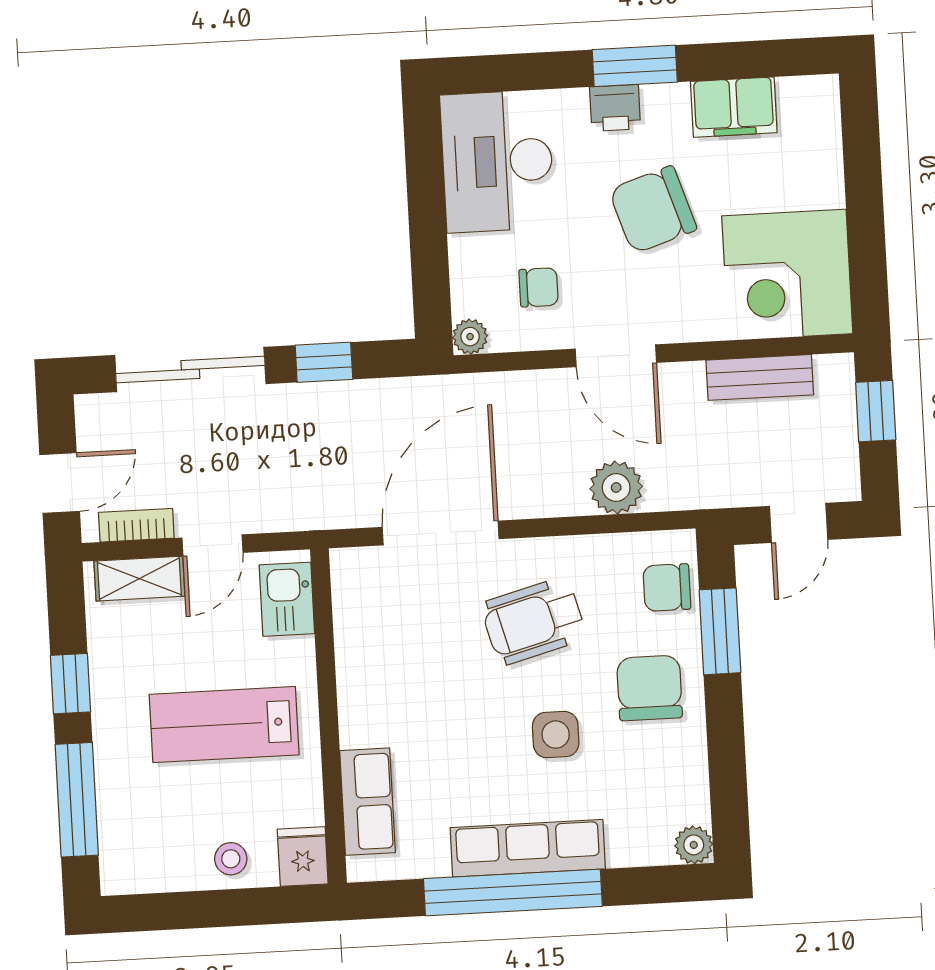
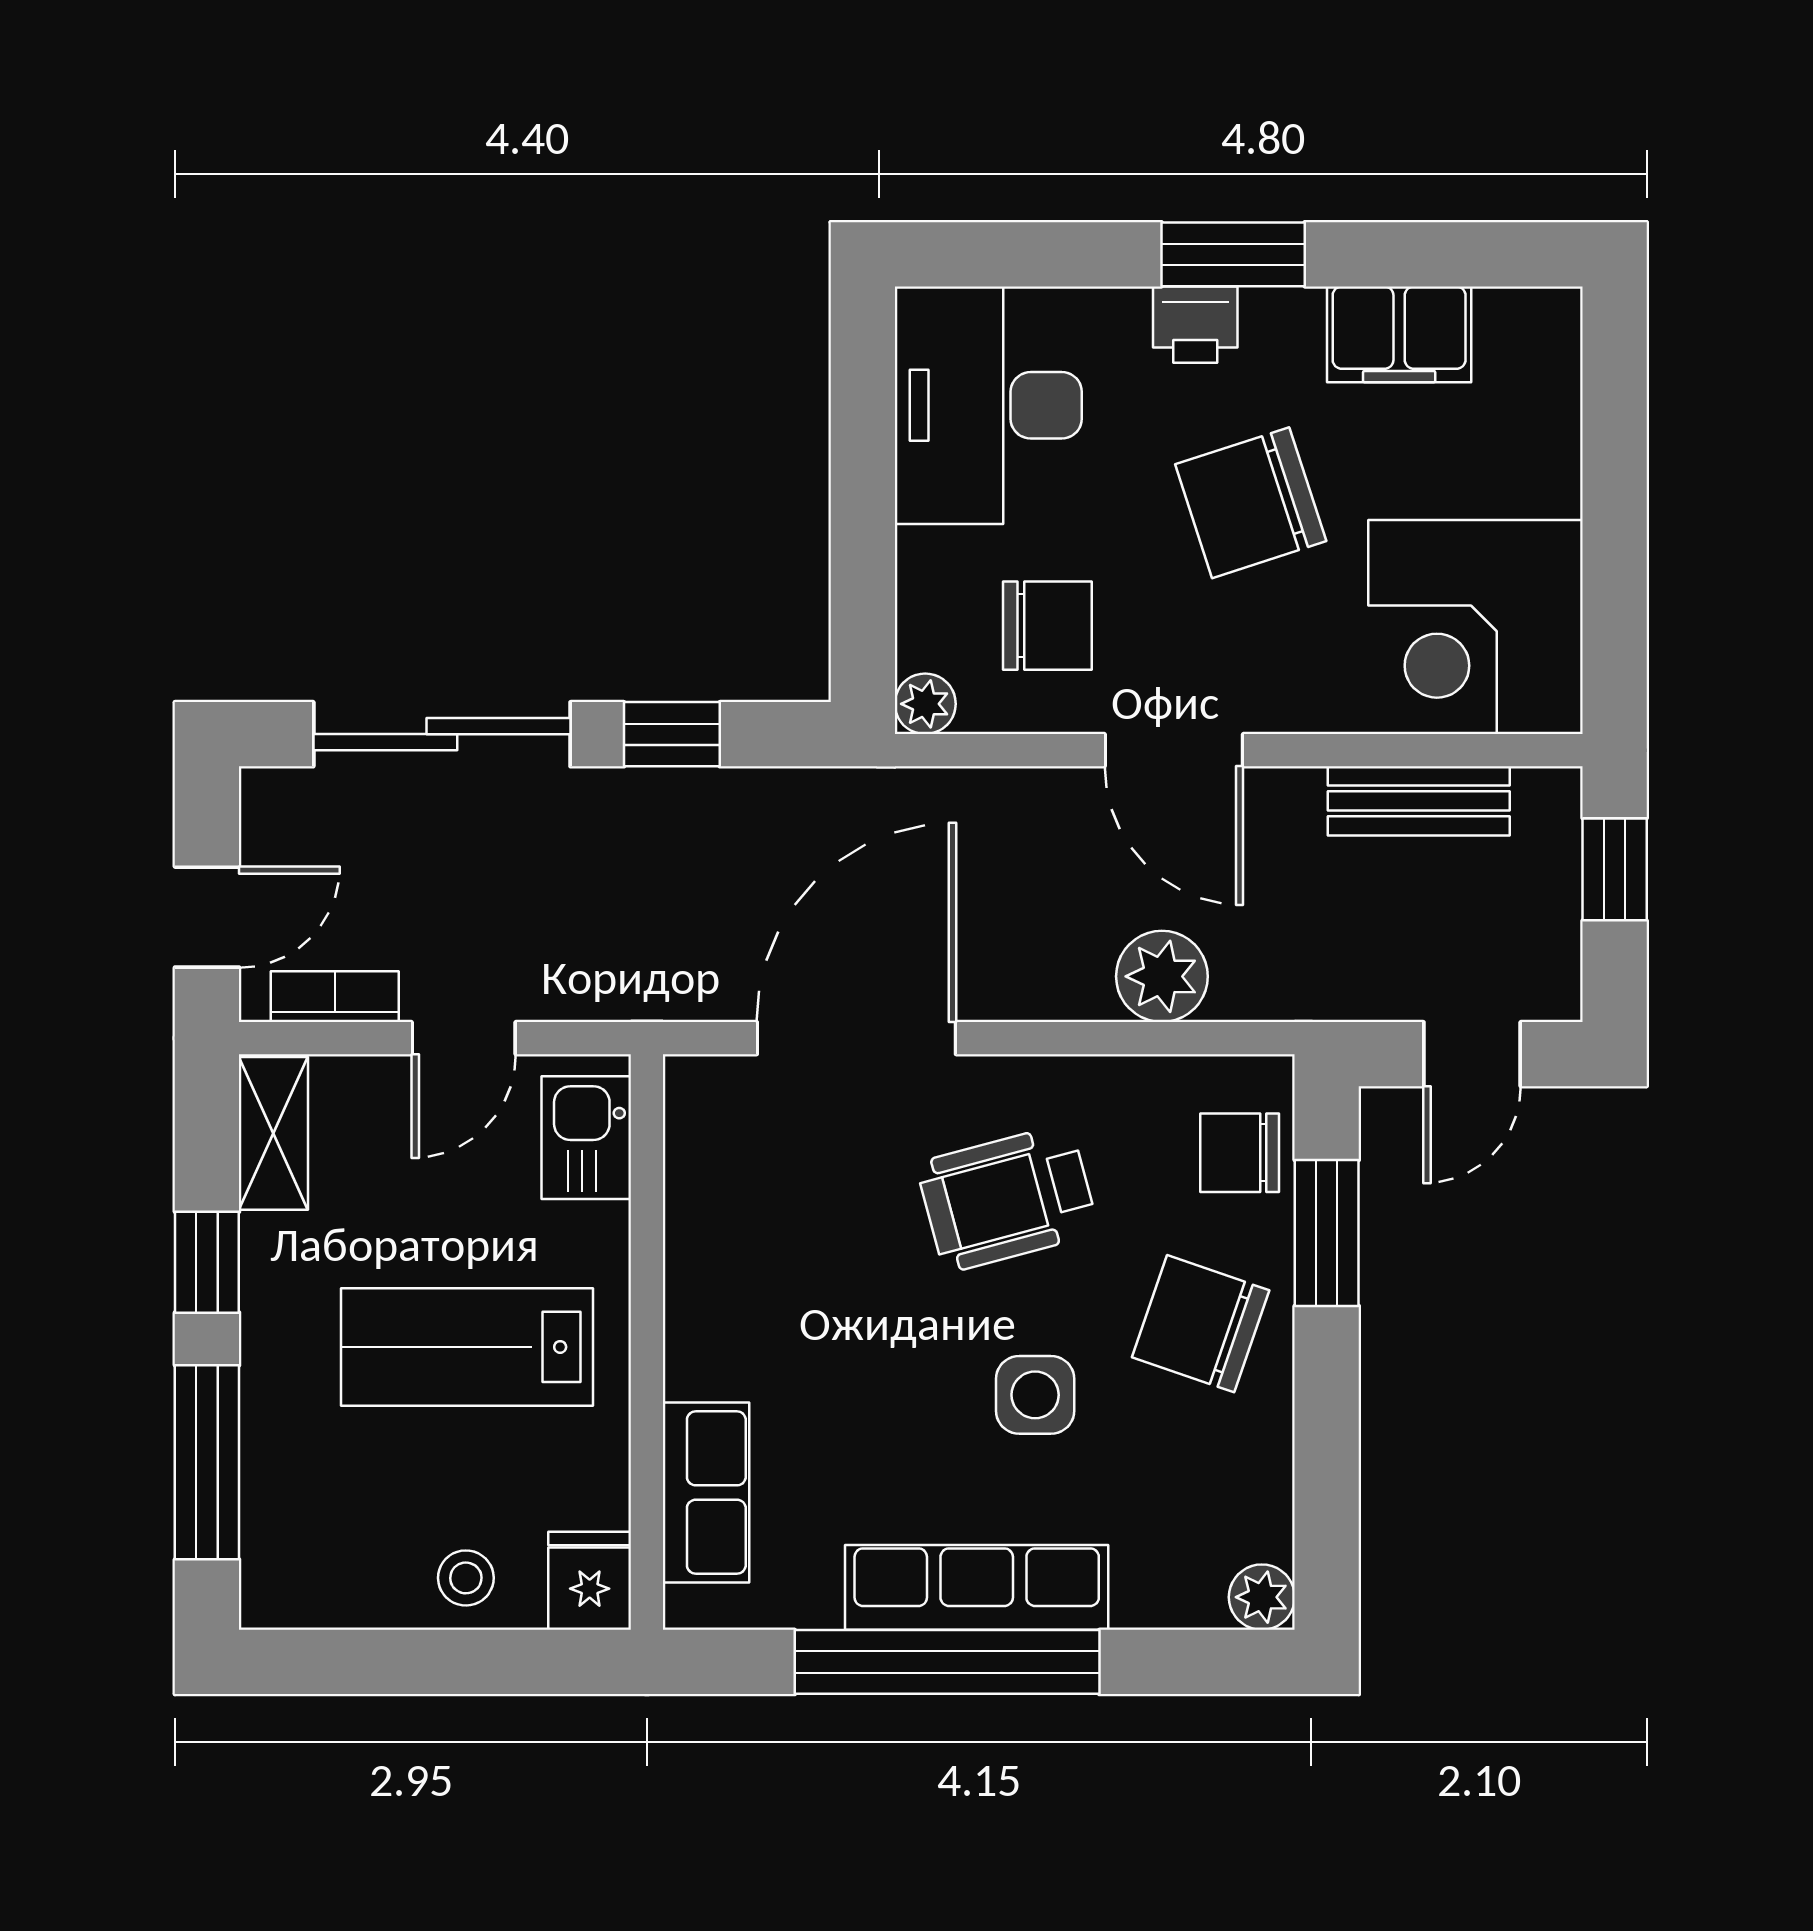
chair: (539, 287) -> (1047, 626), width x1.37, depth x1.37
shelving: (139, 579) -> (273, 1133), moved, turned 90
chair: (649, 688) -> (1201, 1324), turned -71

